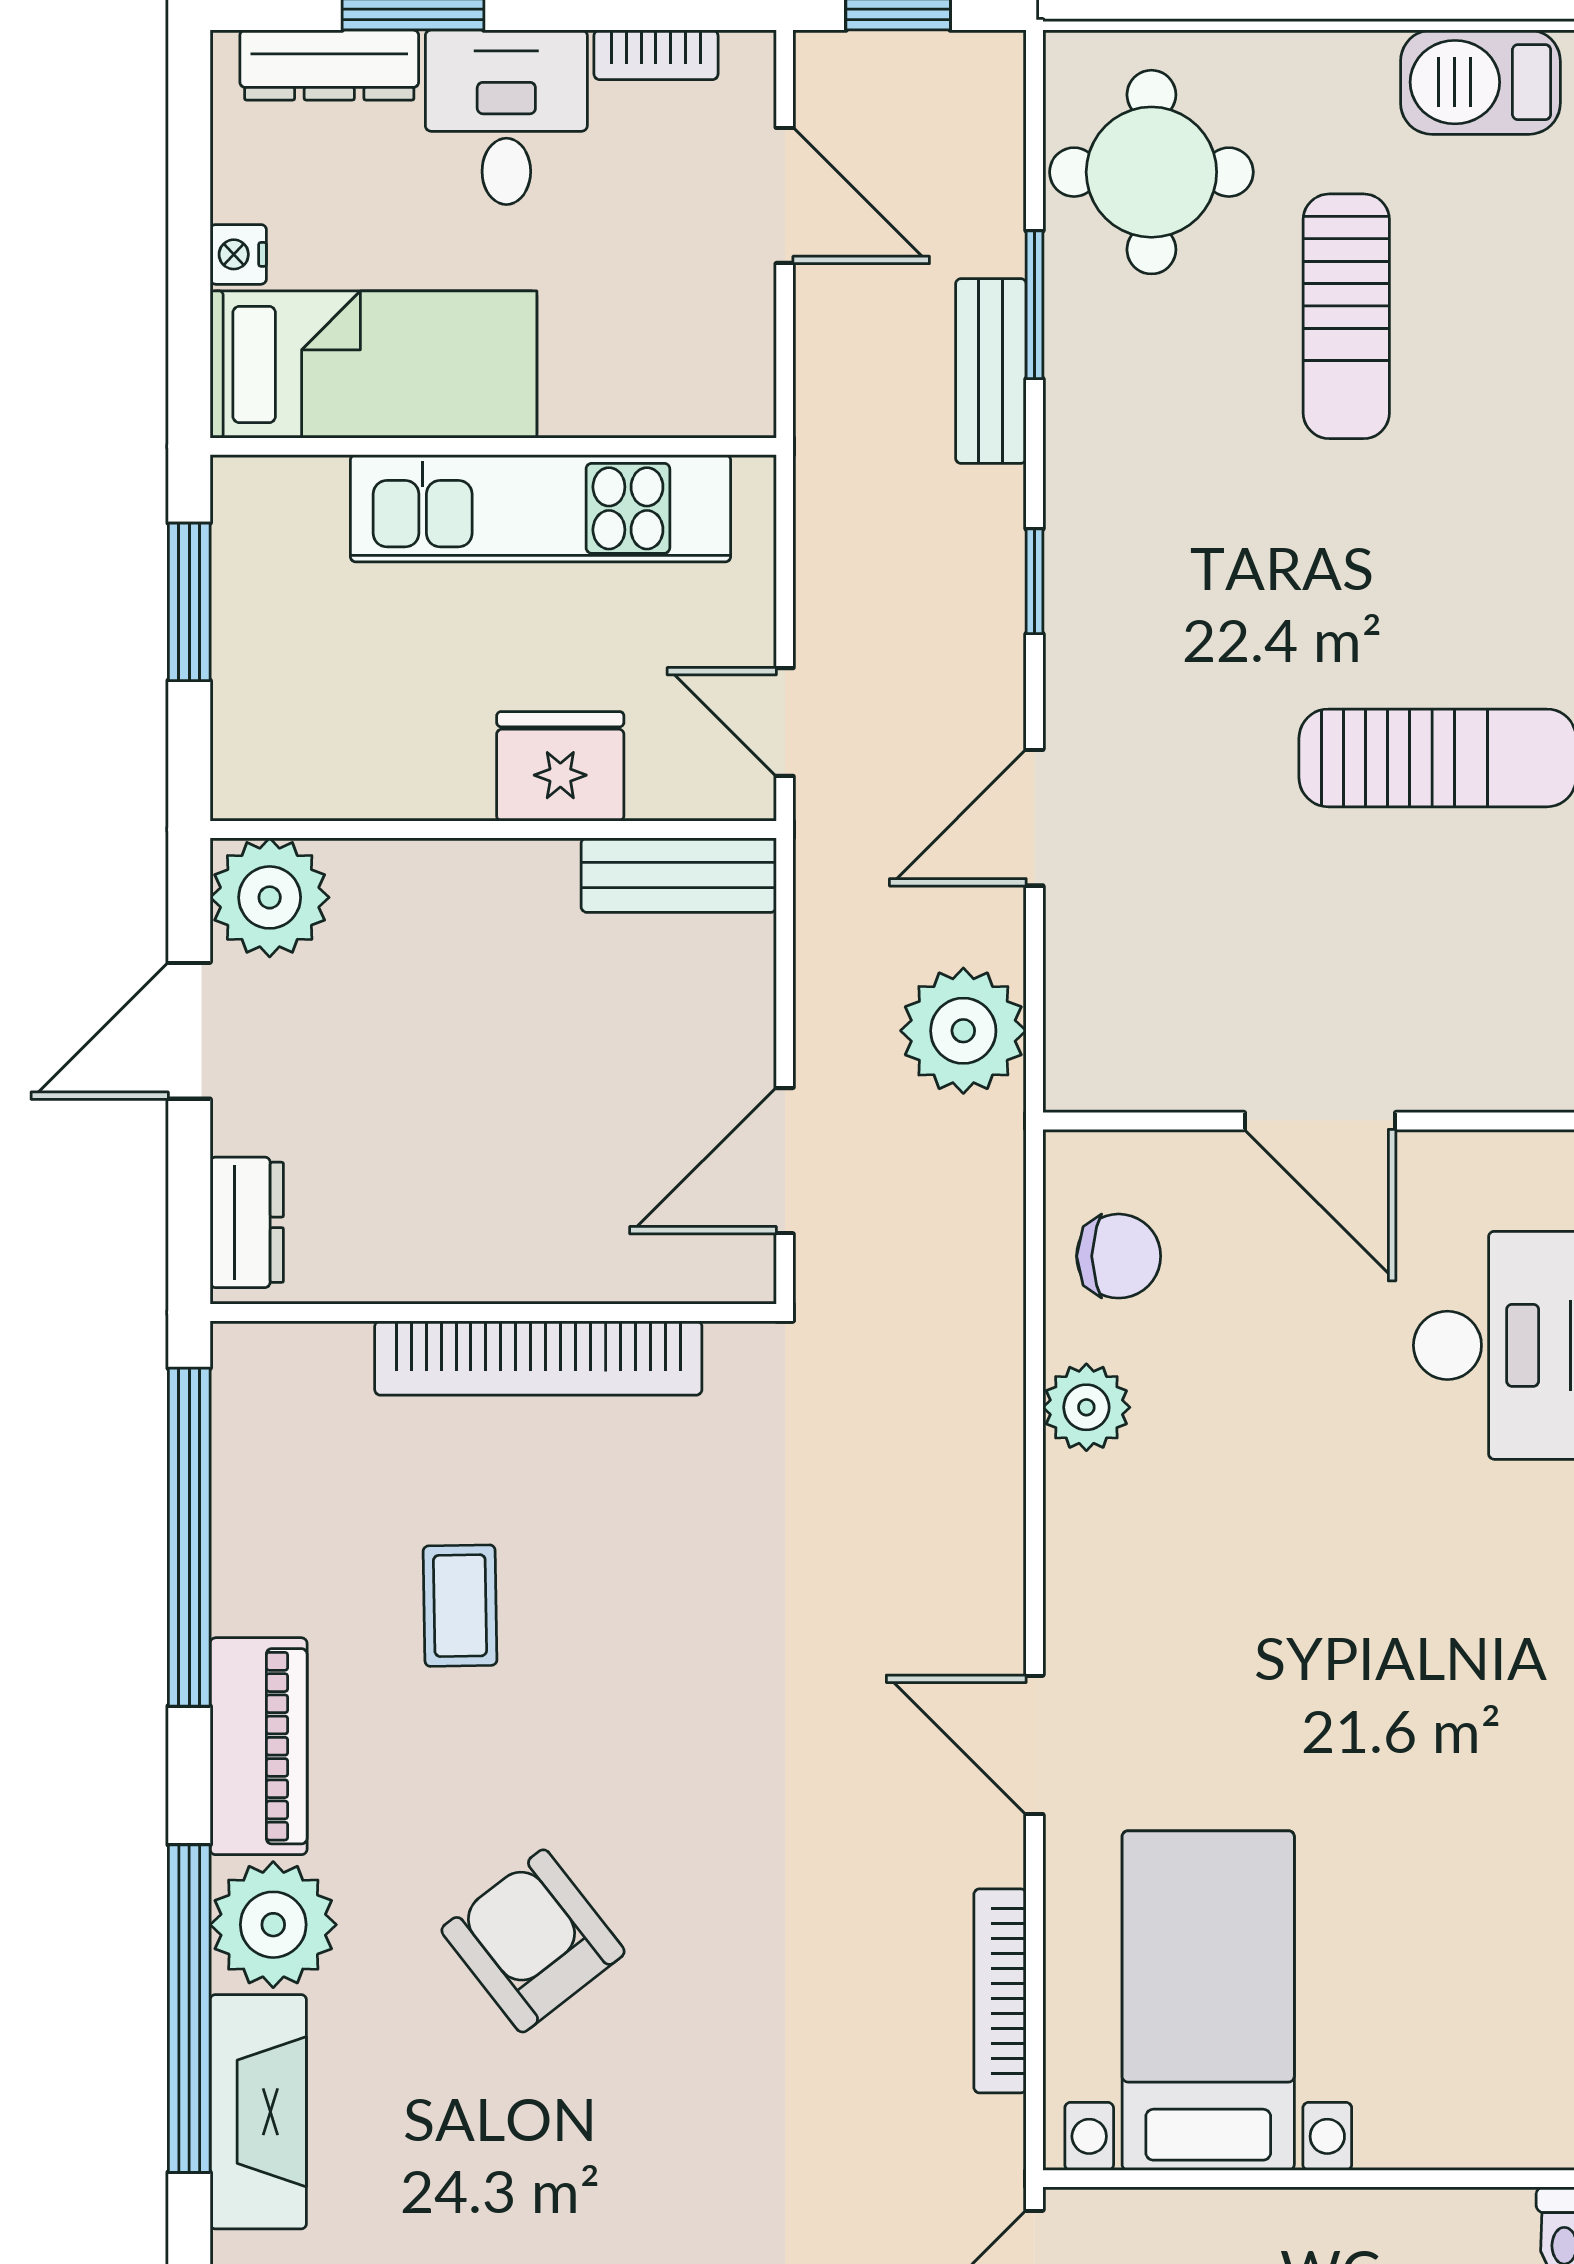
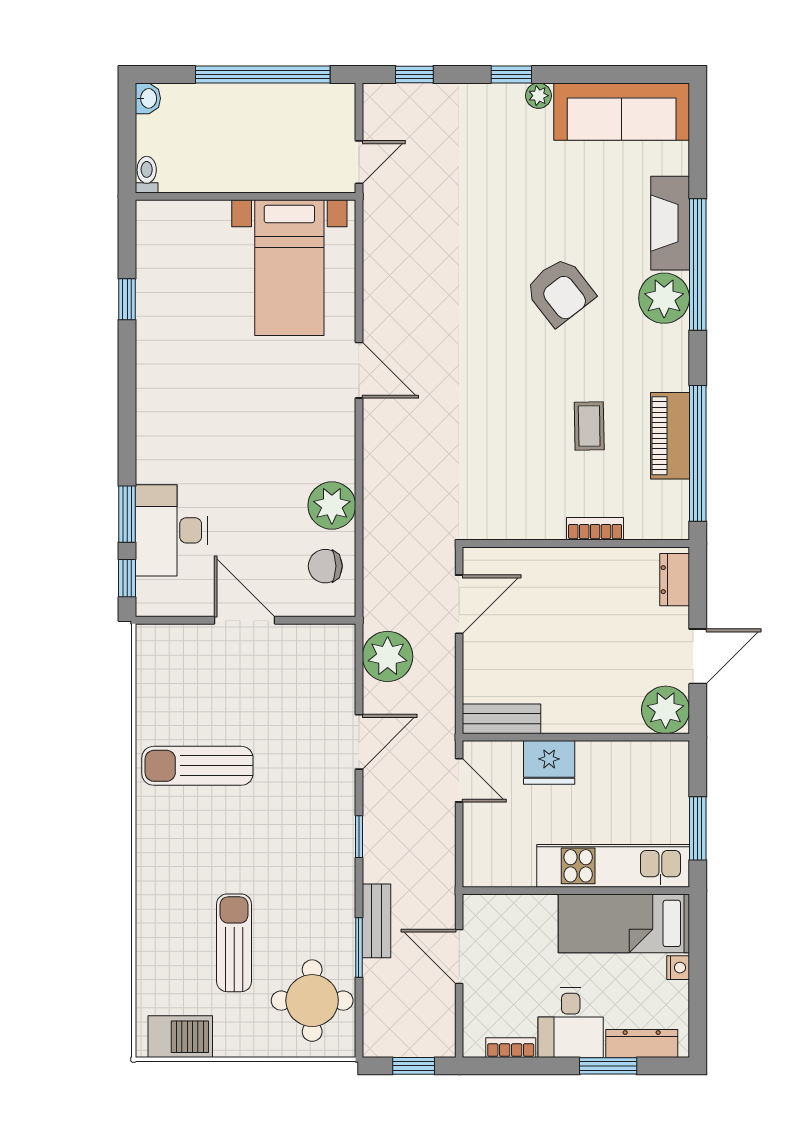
door: (785, 195) -> (459, 957), moved
kitchen unit: (540, 508) -> (613, 866), moved
bookcase: (538, 1358) -> (595, 529), width x0.43, depth x0.76
plant: (1086, 1407) -> (332, 506), width x1.36, depth x1.36
piano: (259, 1746) -> (670, 436), moved
bookcase: (1000, 1991) -> (373, 272), removed

